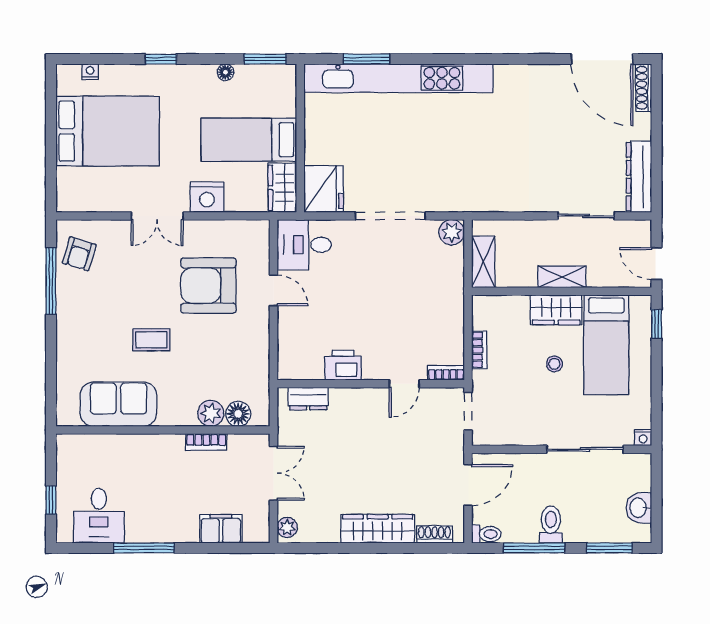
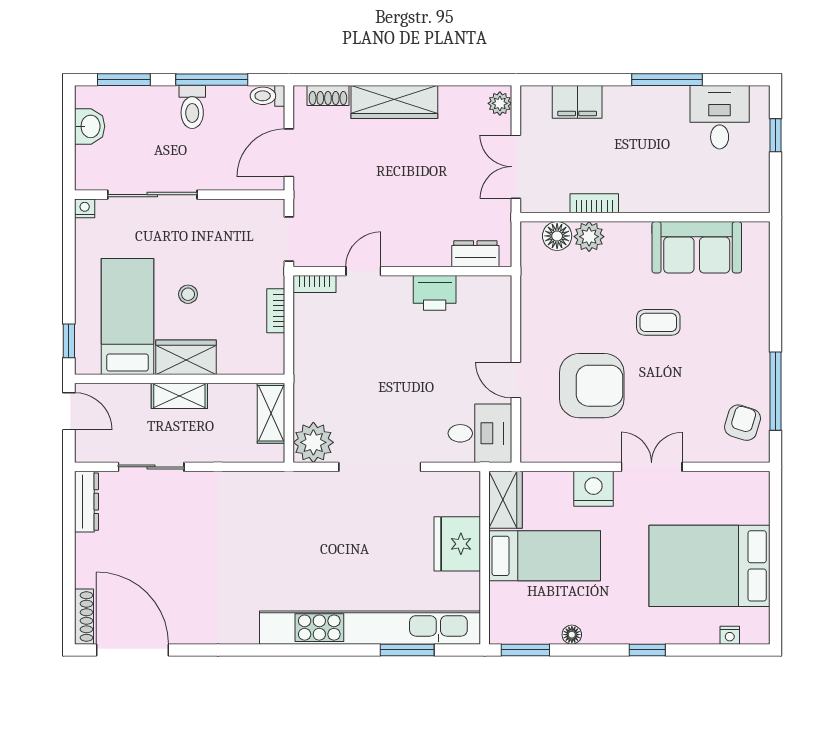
dresser: (639, 177) -> (86, 502), width x0.73, depth x0.80
fridge: (324, 189) -> (457, 544), moved
plant: (452, 232) -> (313, 442), width x1.36, depth x1.36

